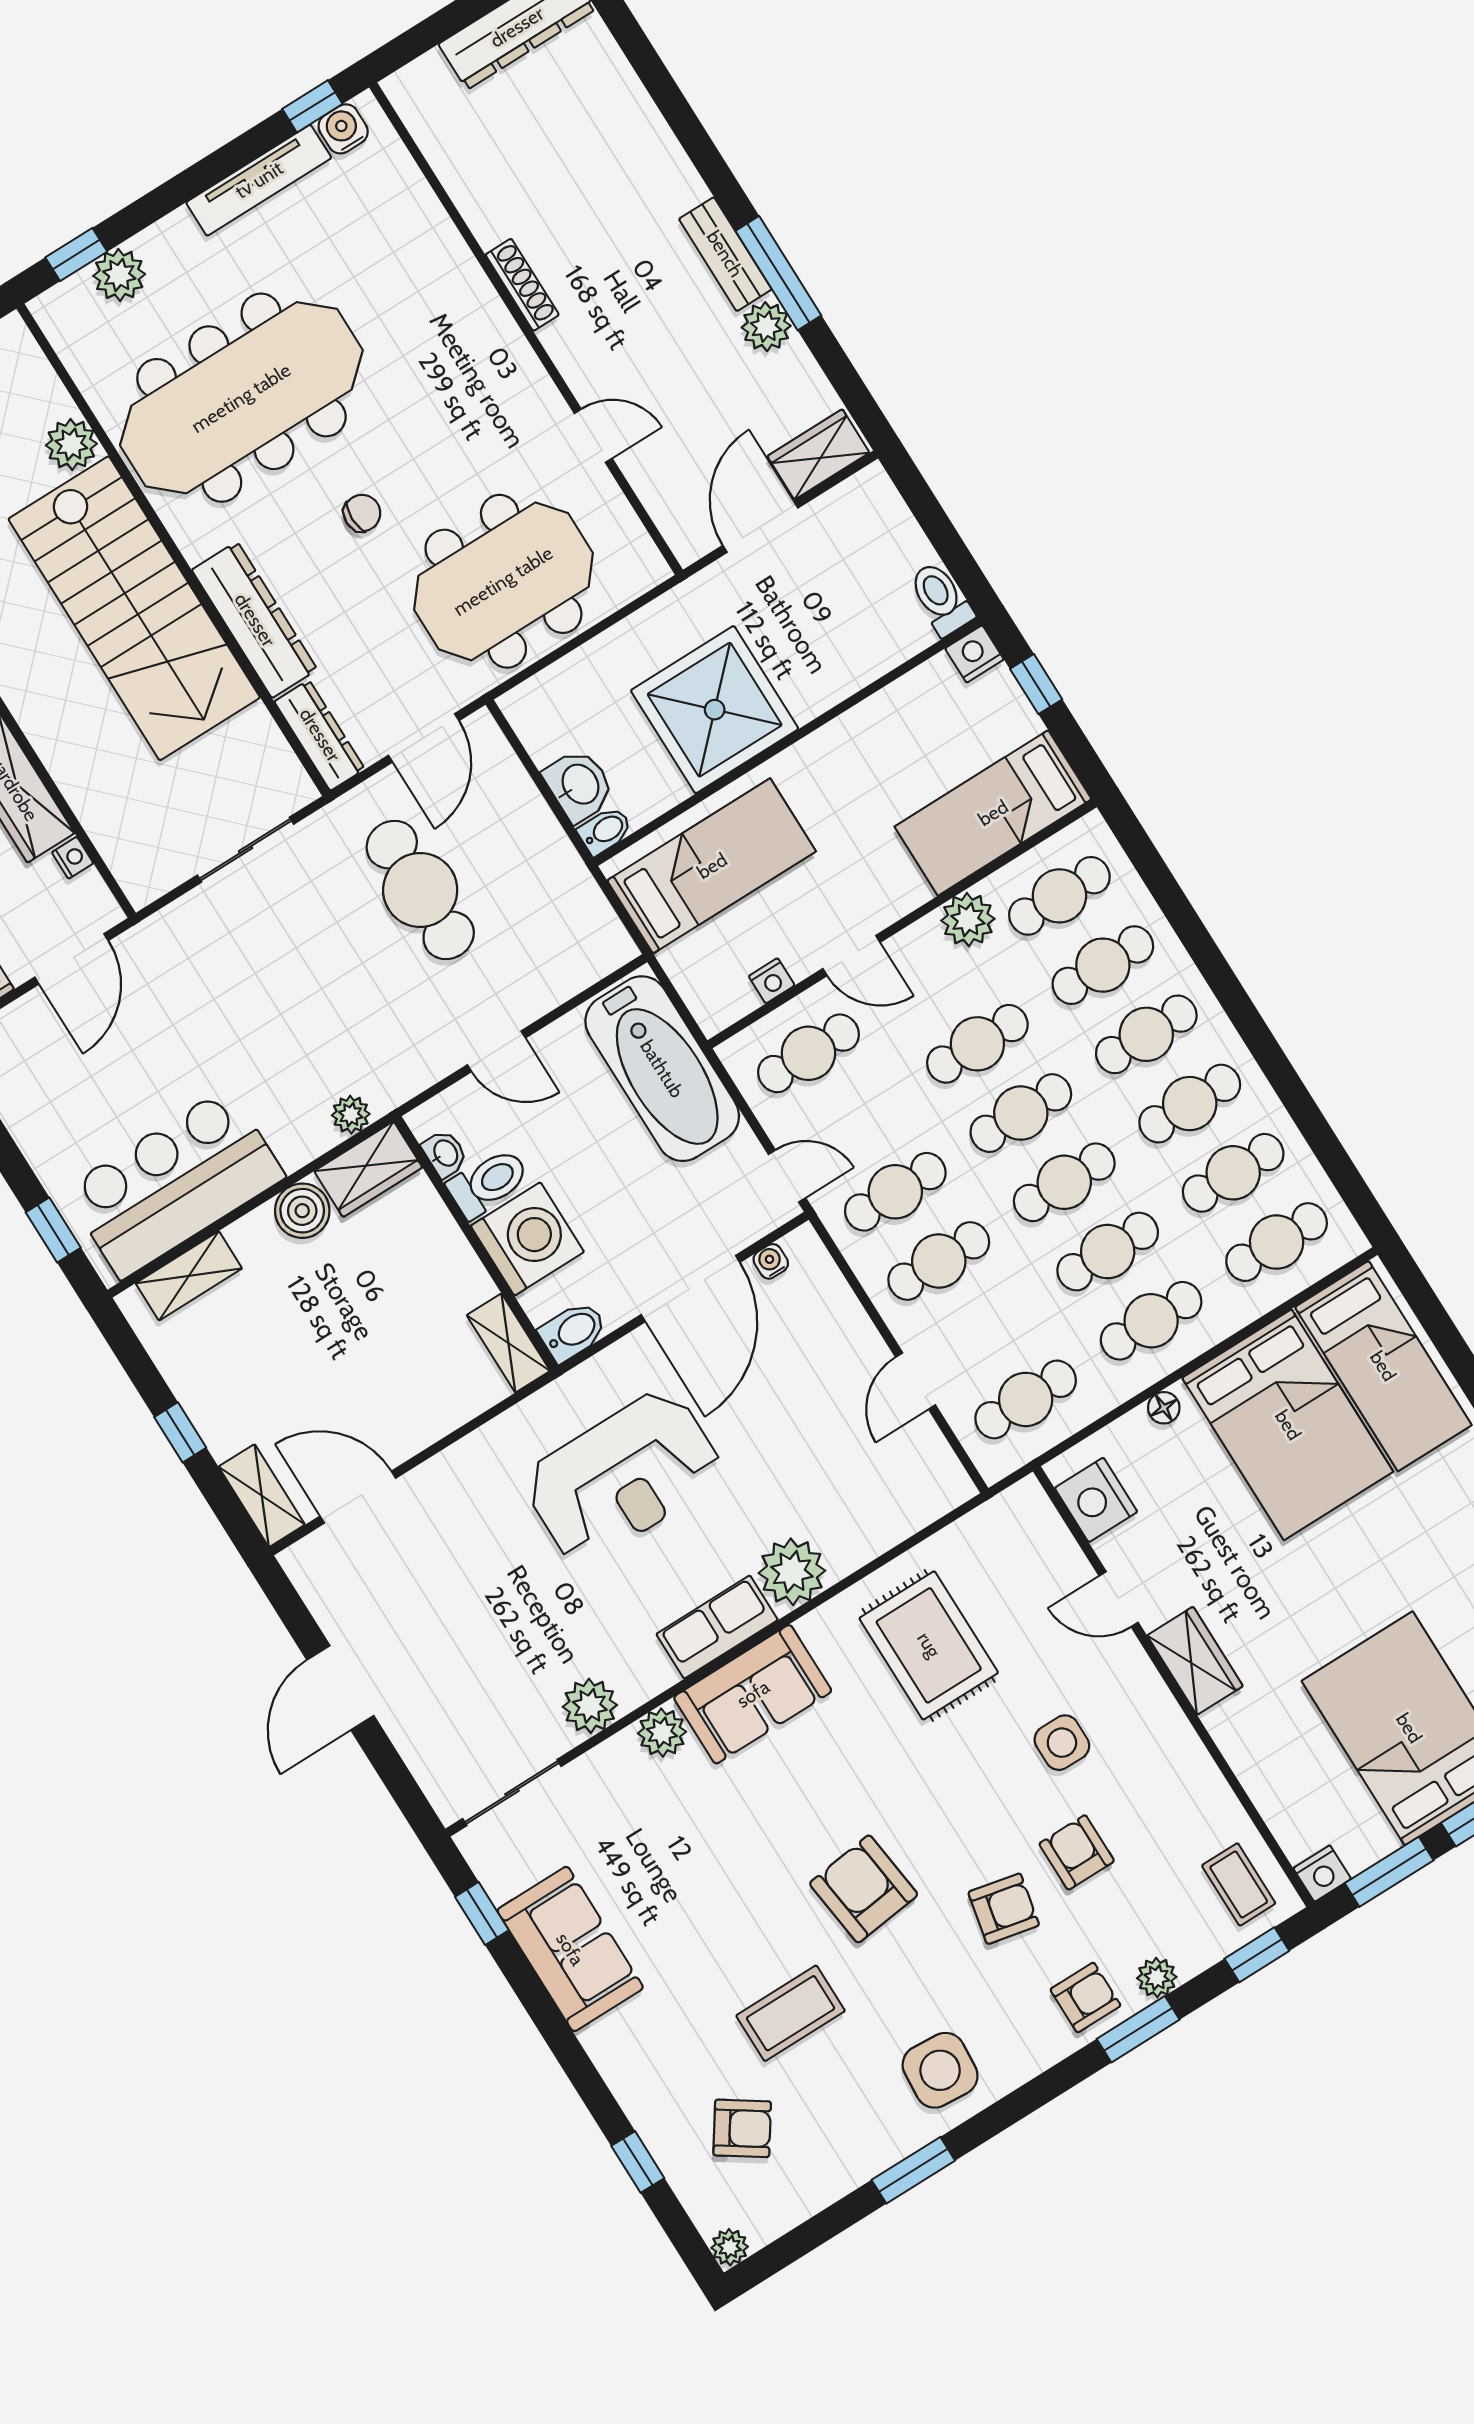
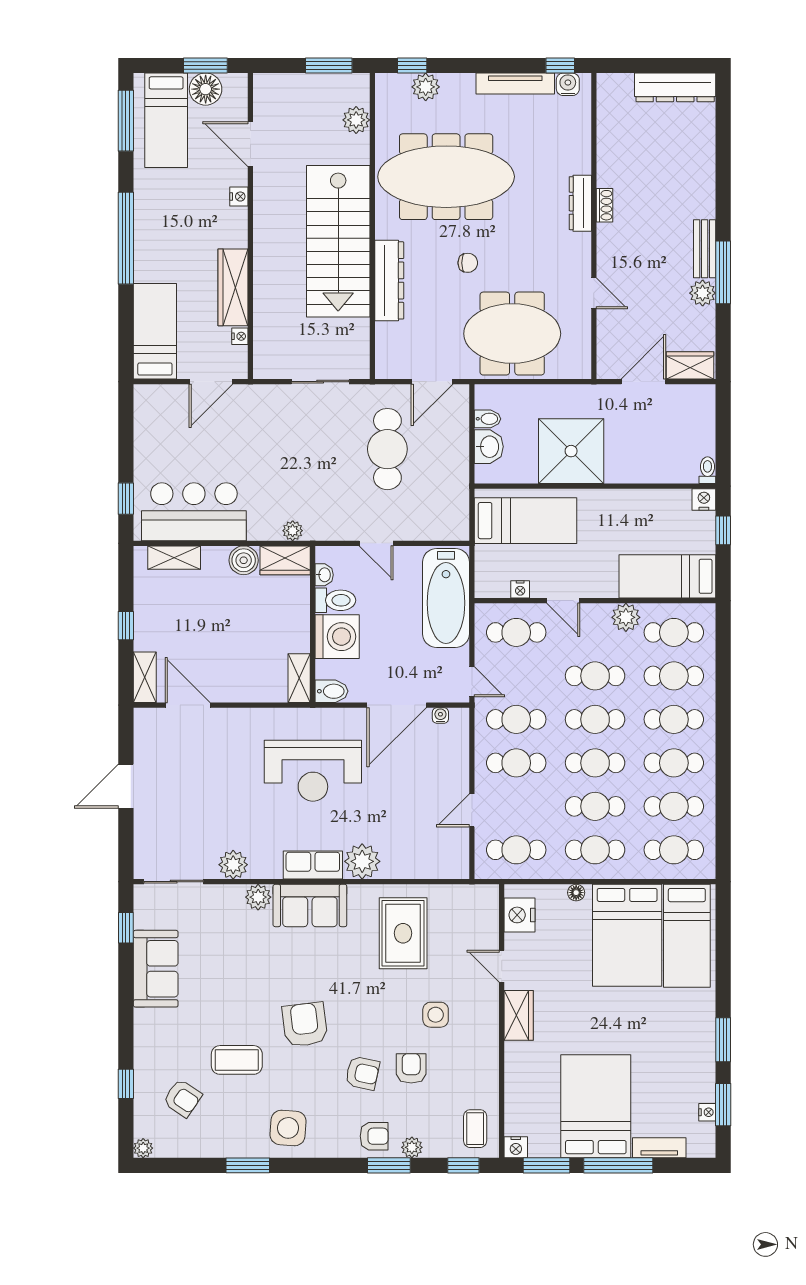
shoe rack: (522, 285) -> (604, 205), width x0.70
plant: (71, 444) -> (356, 120), moved
toilet: (941, 599) -> (707, 470), width x0.73, depth x0.72
dresser: (320, 735) -> (580, 203), moved, turned 180
bidet: (605, 831) -> (487, 419), moved

